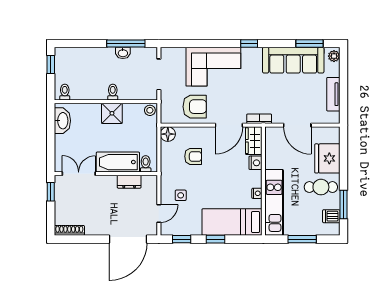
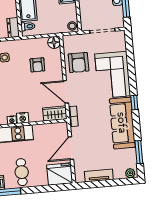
sofa: (293, 60) -> (122, 123), moved
fridge: (327, 158) -> (60, 174), moved
nightstand: (255, 163) -> (23, 118), moved
dresser: (129, 182) -> (13, 28), moved

